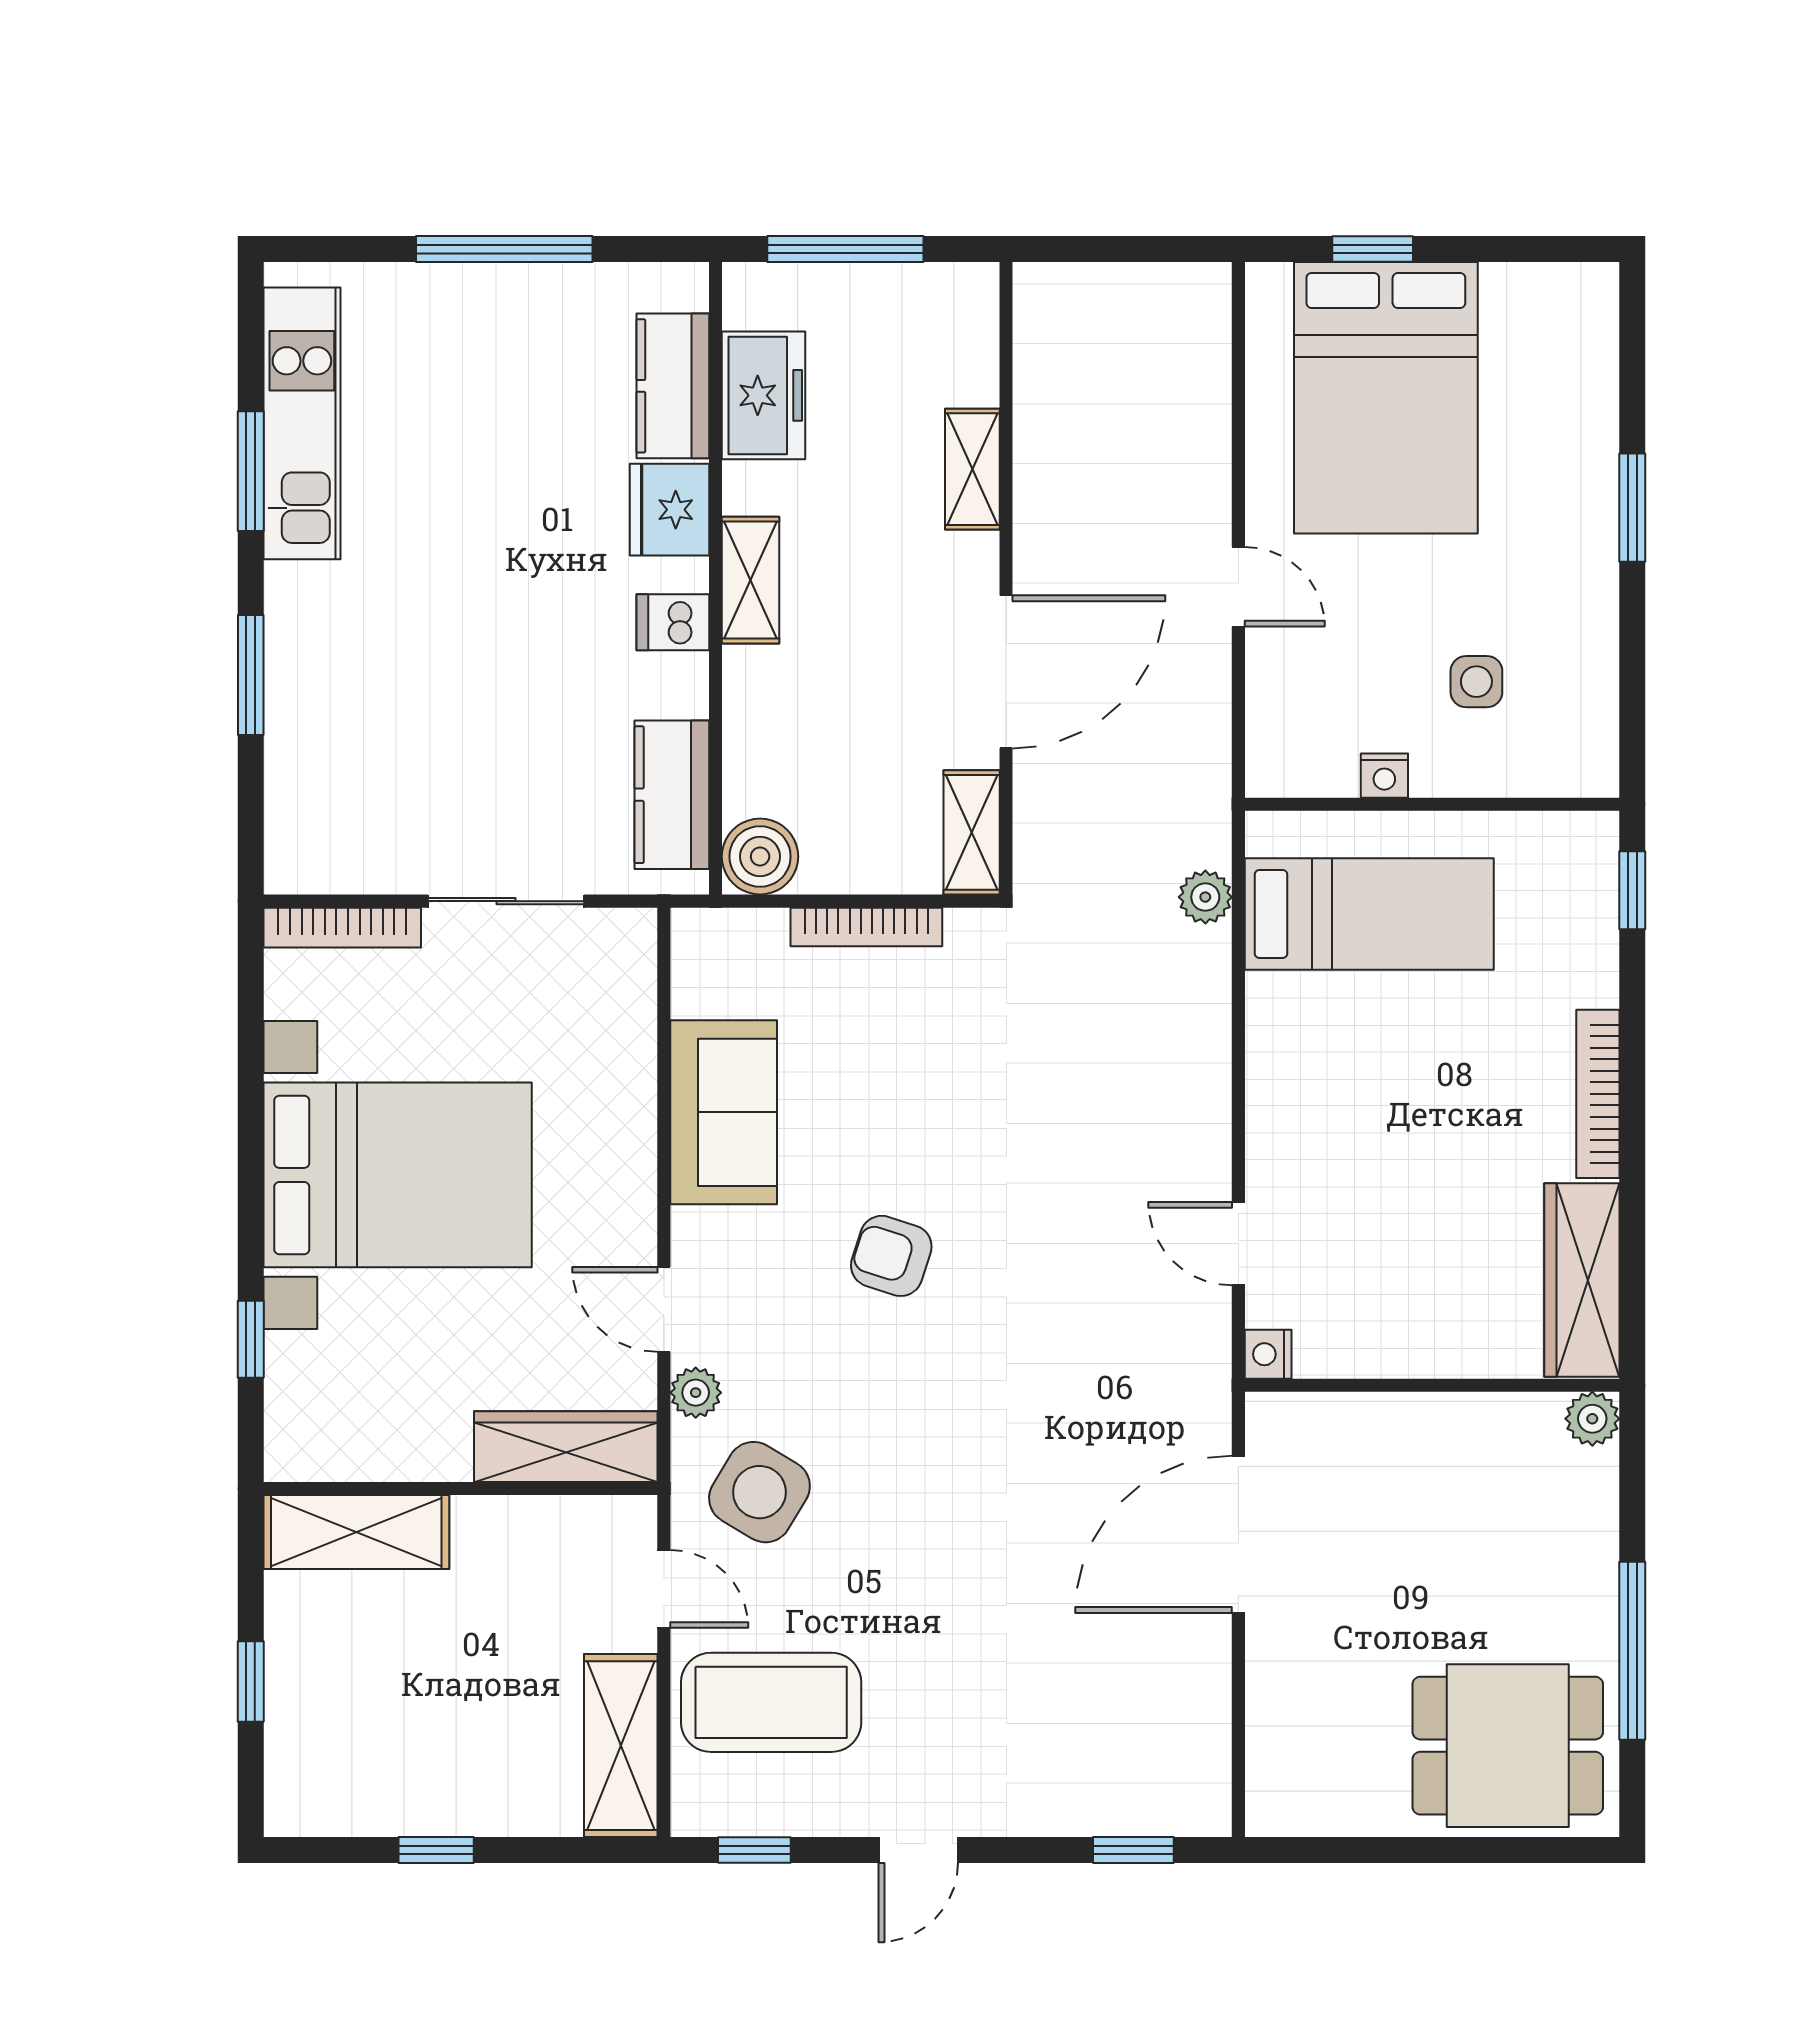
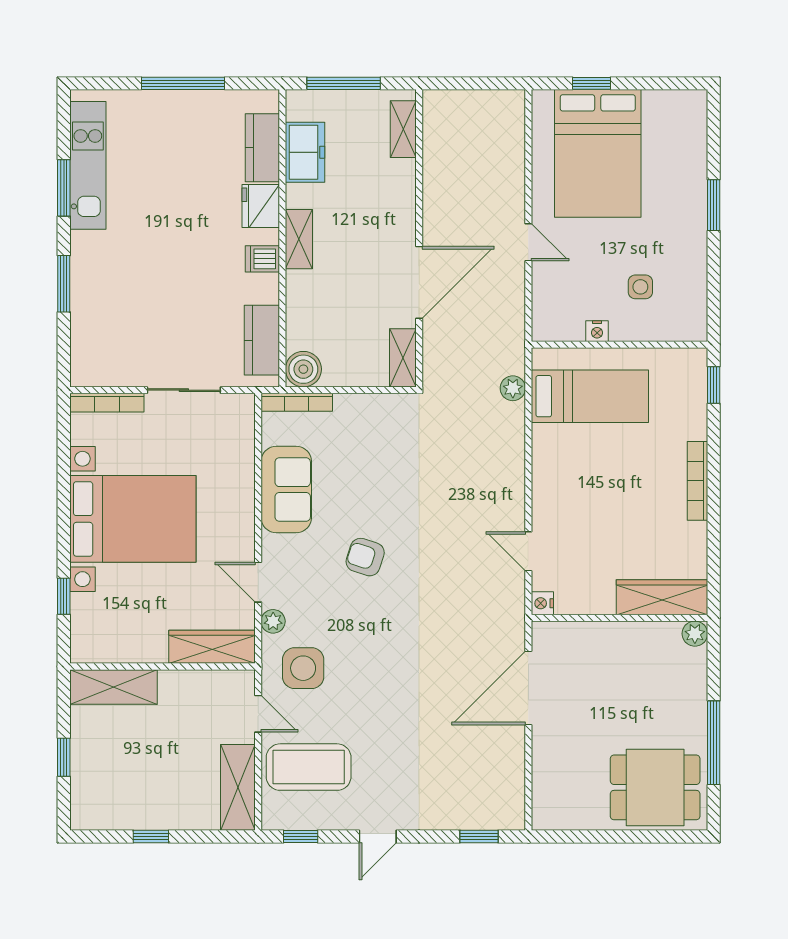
shelving: (972, 469) -> (403, 129), moved
bookcase: (866, 927) -> (297, 402), moved
wardrobe: (1582, 1280) -> (662, 597), moved, turned 90
side table: (759, 1492) -> (303, 668), turned -31

